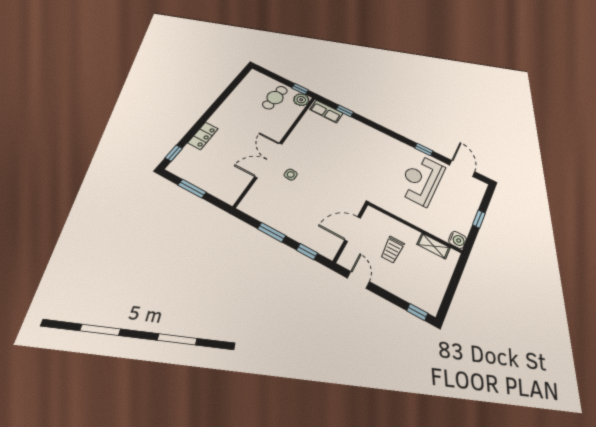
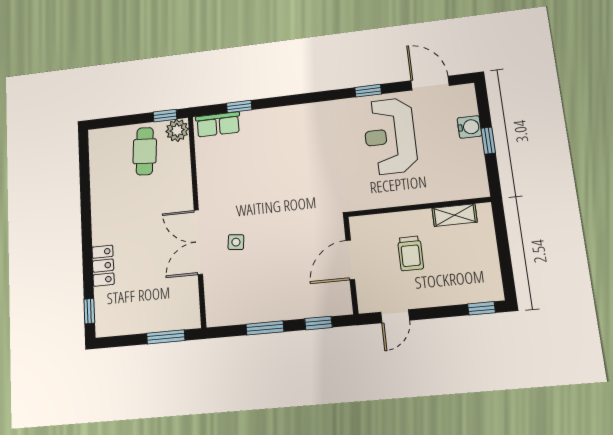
window: (192, 189) -> (166, 337), moved
water cooler: (457, 240) -> (469, 127), moved
door: (358, 280) -> (395, 316), swing flipped

